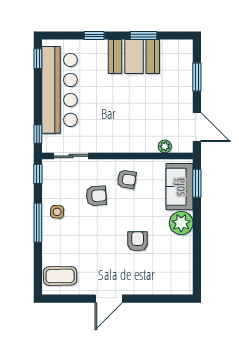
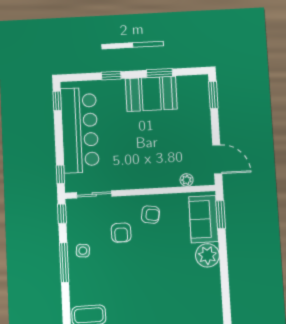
window: (197, 77) -> (213, 95), moved
armchair: (96, 196) -> (121, 233), turned 94
armchair: (138, 241) -> (165, 276), removed

